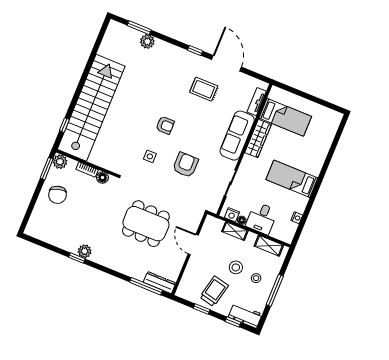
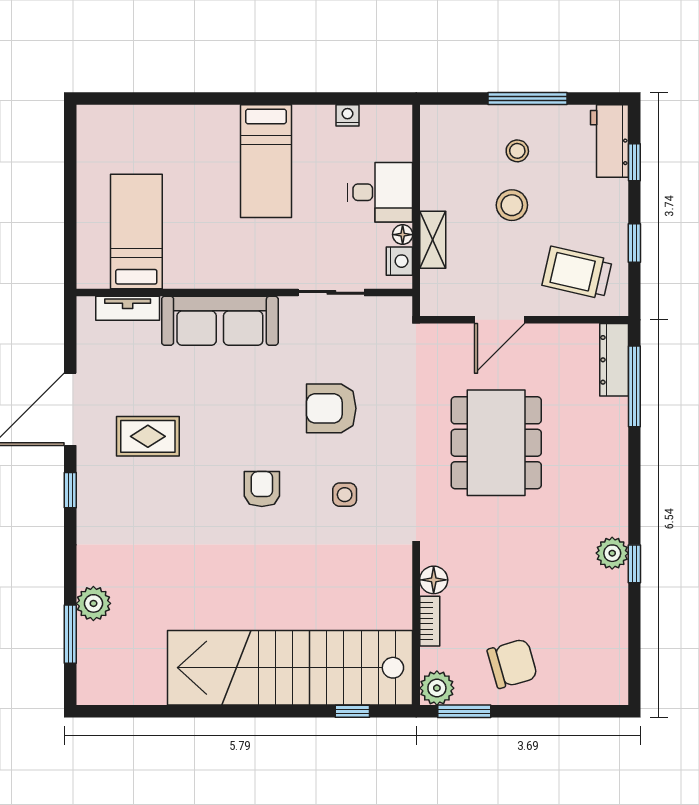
rug: (204, 89) -> (148, 436), turned 90
wardrobe: (258, 138) -> (208, 272), removed
shelving: (269, 246) -> (434, 152), removed
trolley: (214, 291) -> (577, 273), moved

